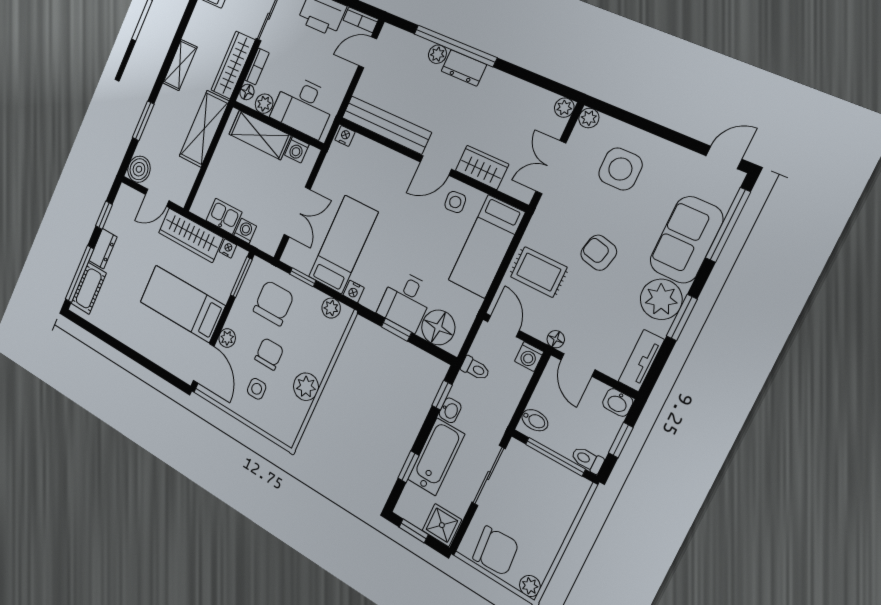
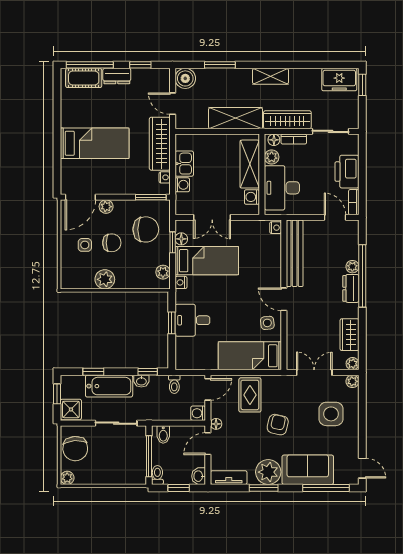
wardrobe: (482, 167) -> (349, 335), moved, turned 180
bed: (182, 304) -> (95, 143), moved, turned 90
floor lamp: (438, 327) -> (181, 239), moved, width x0.53, depth x0.53

